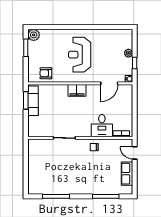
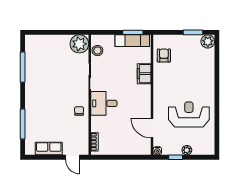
reception desk: (80, 55) -> (189, 115), moved
filing cabinet: (77, 90) -> (144, 74), moved
desk: (102, 126) -> (104, 103), moved
stool: (42, 131) -> (97, 51), added
plant: (36, 147) -> (79, 44), added
door: (135, 153) -> (73, 157), swing flipped

